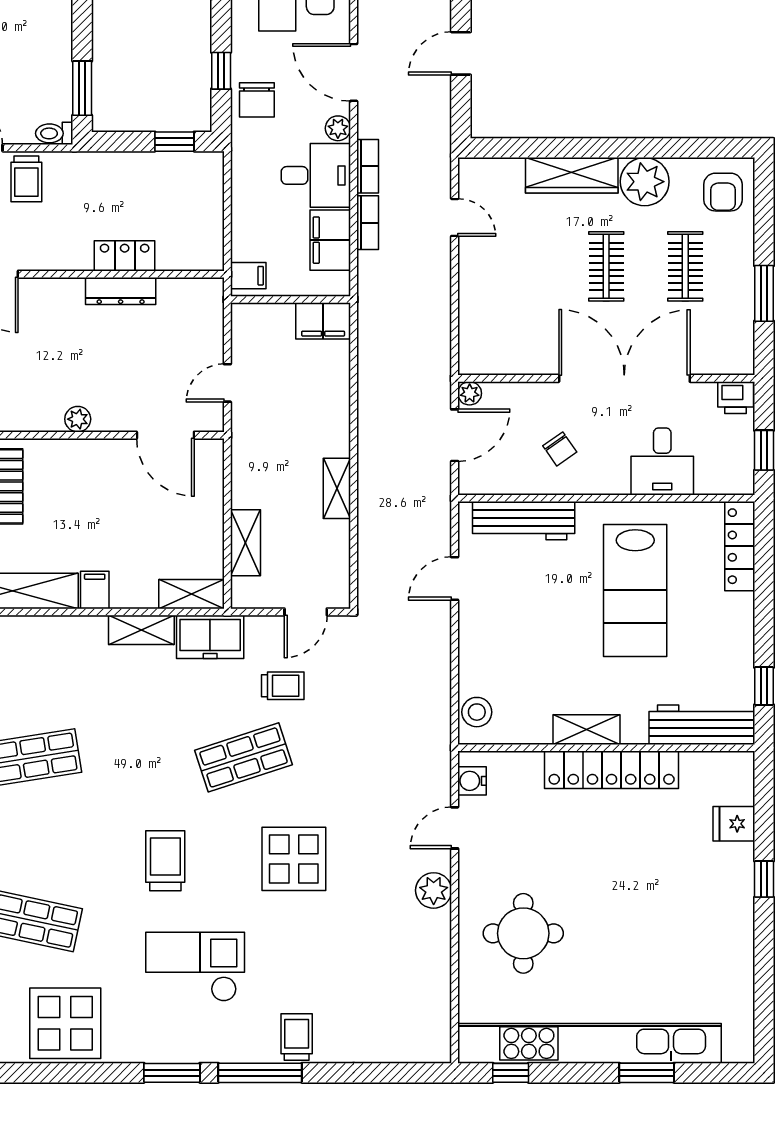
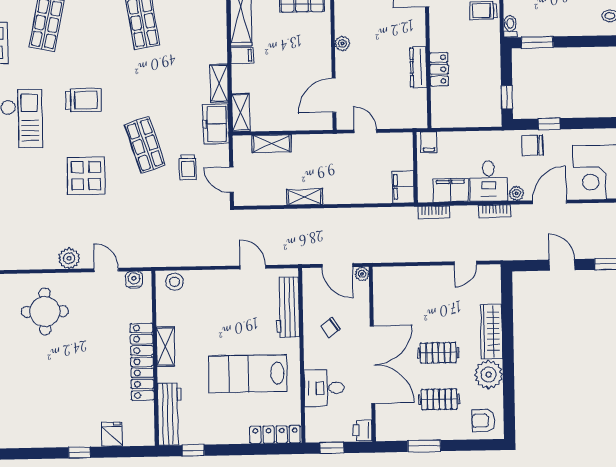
bookcase: (368, 223) -> (434, 212), moved

